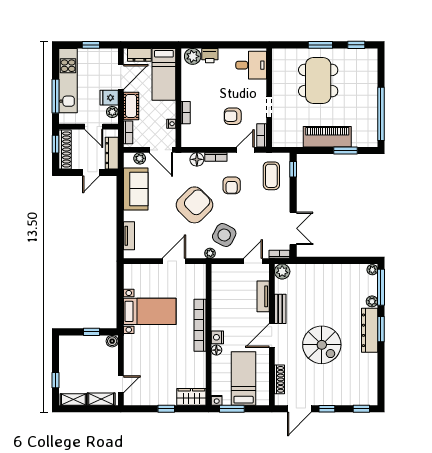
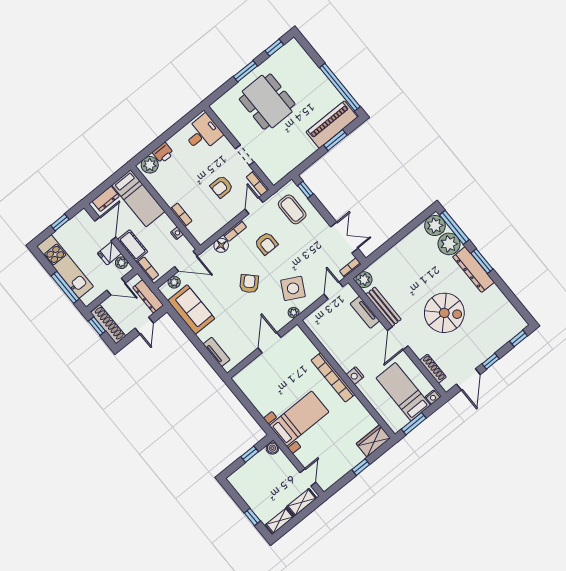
piano: (327, 137) -> (332, 125), moved
armchair: (194, 205) -> (249, 284), width x0.53, depth x0.53
plant: (372, 270) -> (435, 225), width x1.88, depth x1.88
plant: (372, 301) -> (449, 244), width x1.87, depth x1.87
bench: (280, 309) -> (383, 307), width x1.36
bed with nightstands: (150, 311) -> (299, 419), moved
floor lamp: (216, 350) -> (363, 386), removed
nightstand: (217, 400) -> (433, 397), moved

